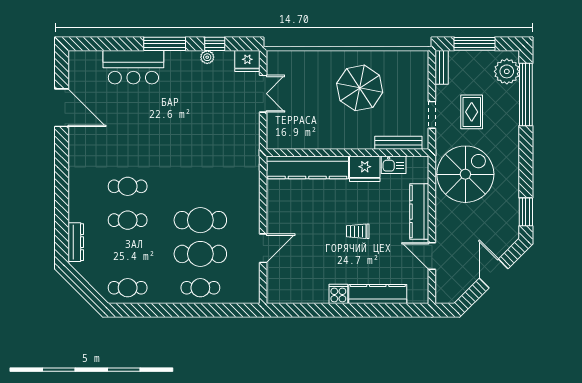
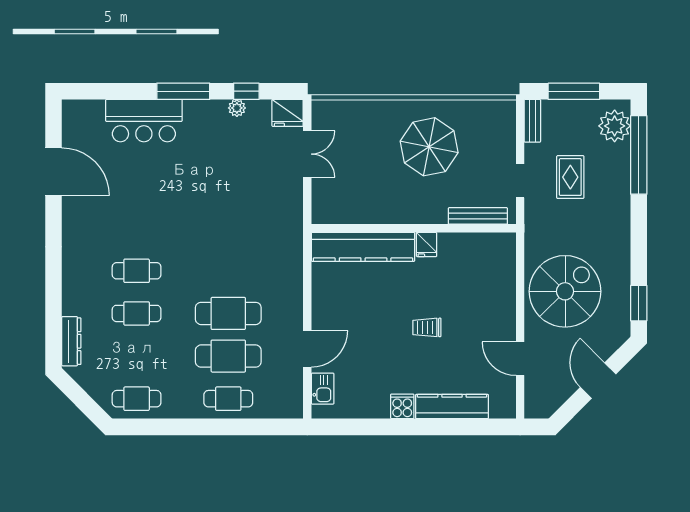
kitchen sink: (394, 165) -> (323, 389), moved, turned -90
fridge: (365, 169) -> (427, 245), width x0.53, depth x0.75
spiral stairs: (465, 174) -> (565, 291), moved
kitchen counter: (419, 212) -> (504, 303), removed

